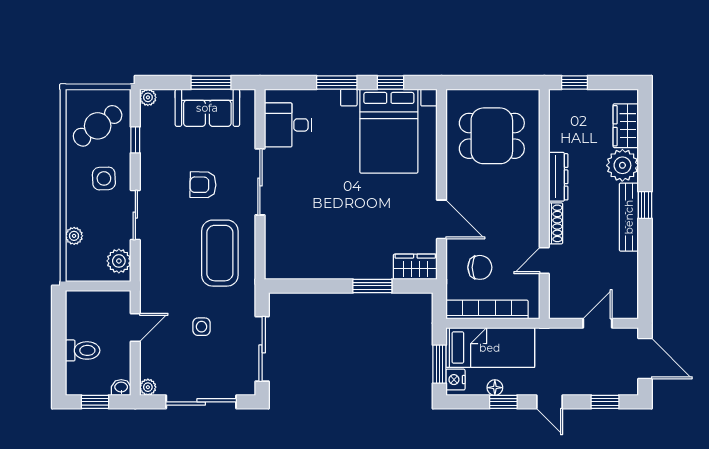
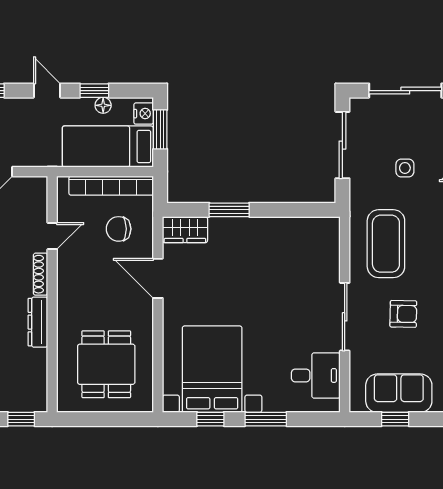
window: (211, 83) -> (395, 419), width x0.67
dining table: (492, 136) -> (106, 364), turned 90

